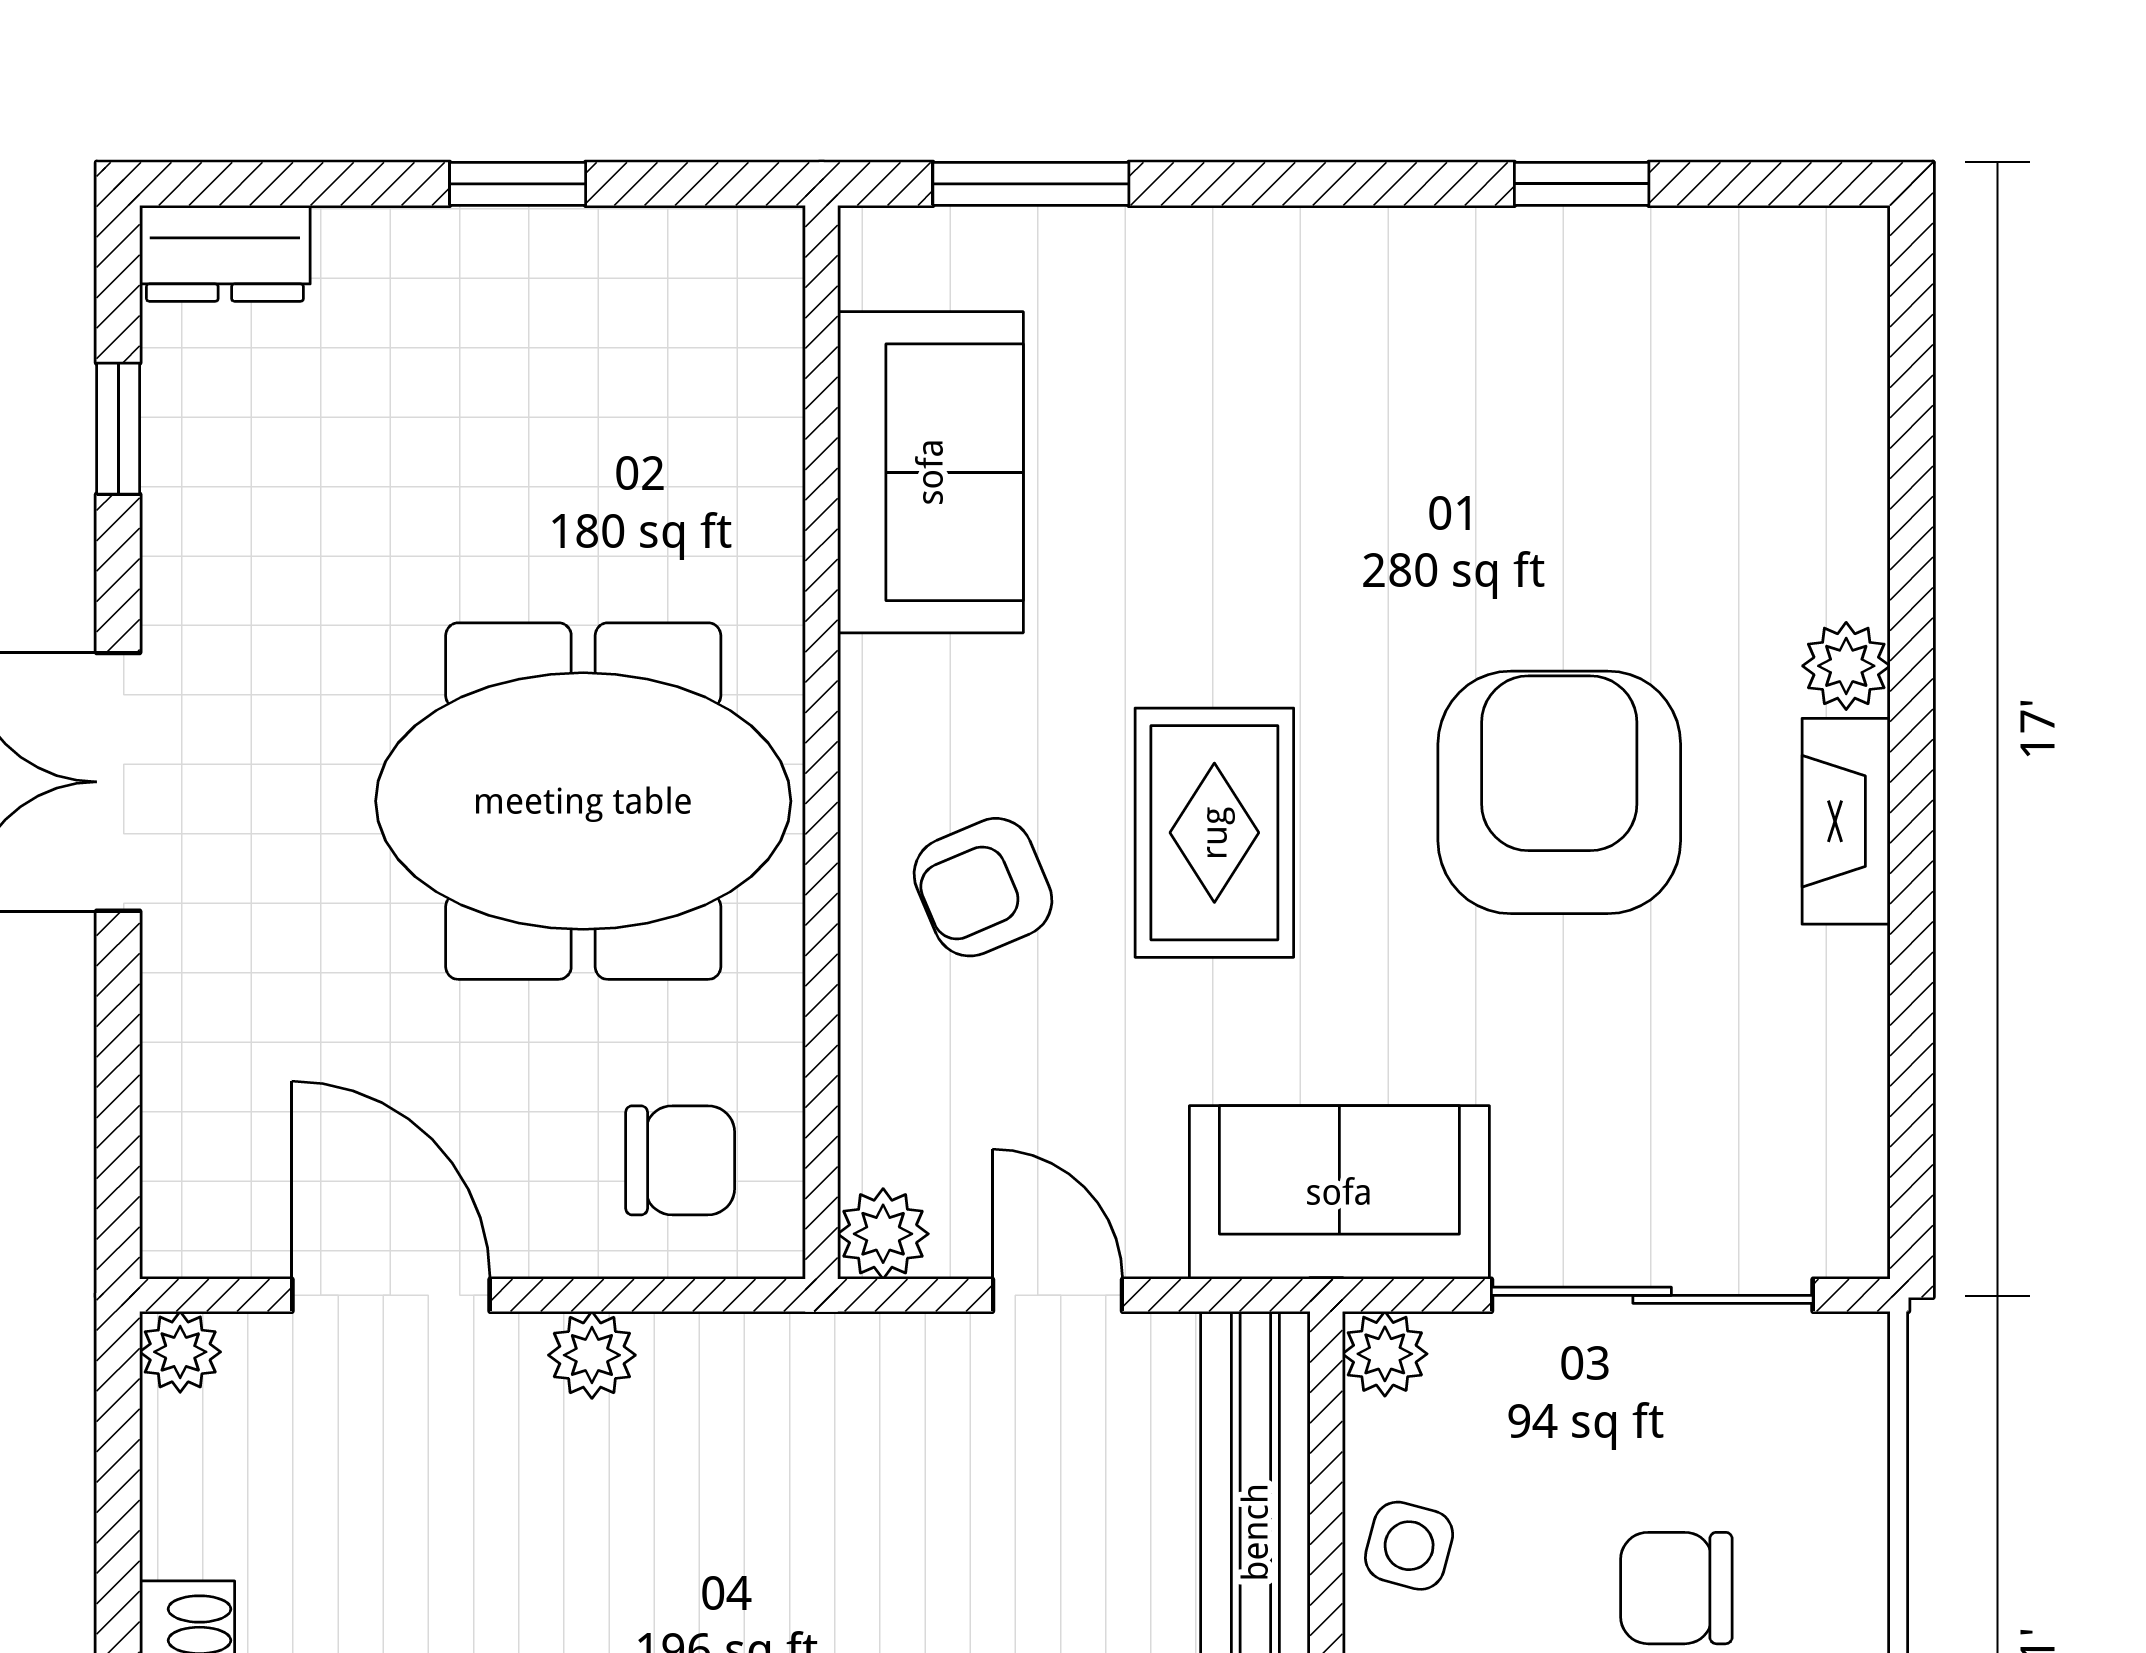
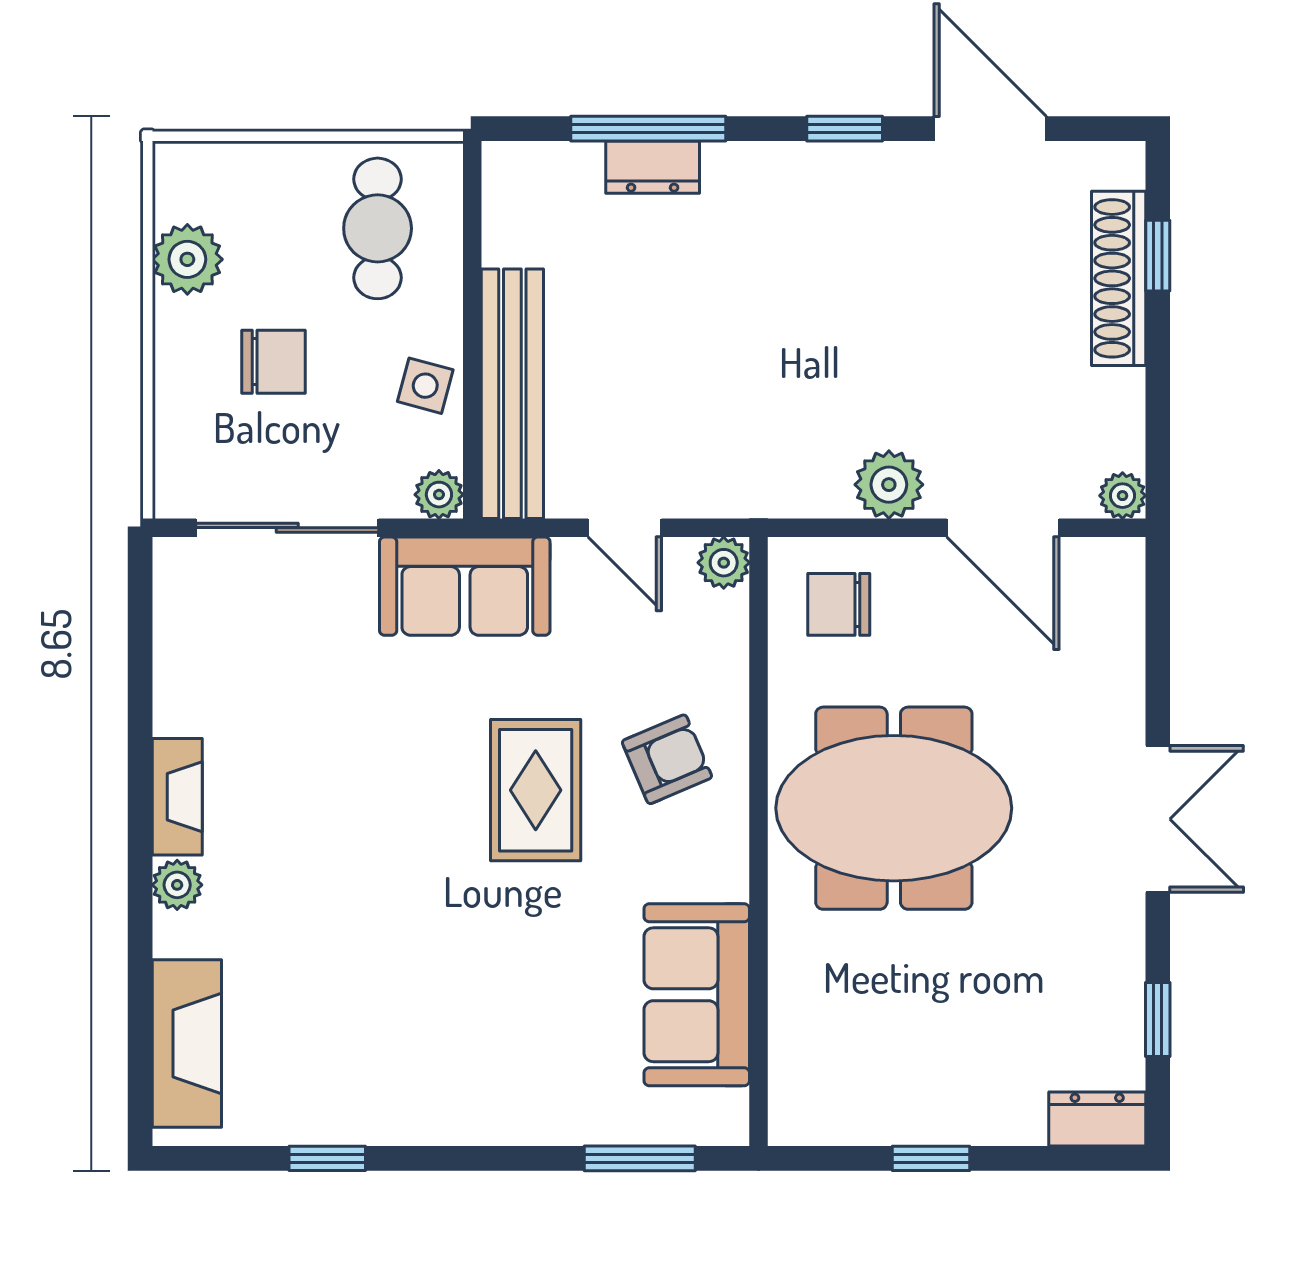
fireplace: (1829, 386) -> (187, 1043), added
armchair: (1559, 792) -> (340, 813), removed
plant: (592, 1355) -> (889, 485), width x1.38, depth x1.38

